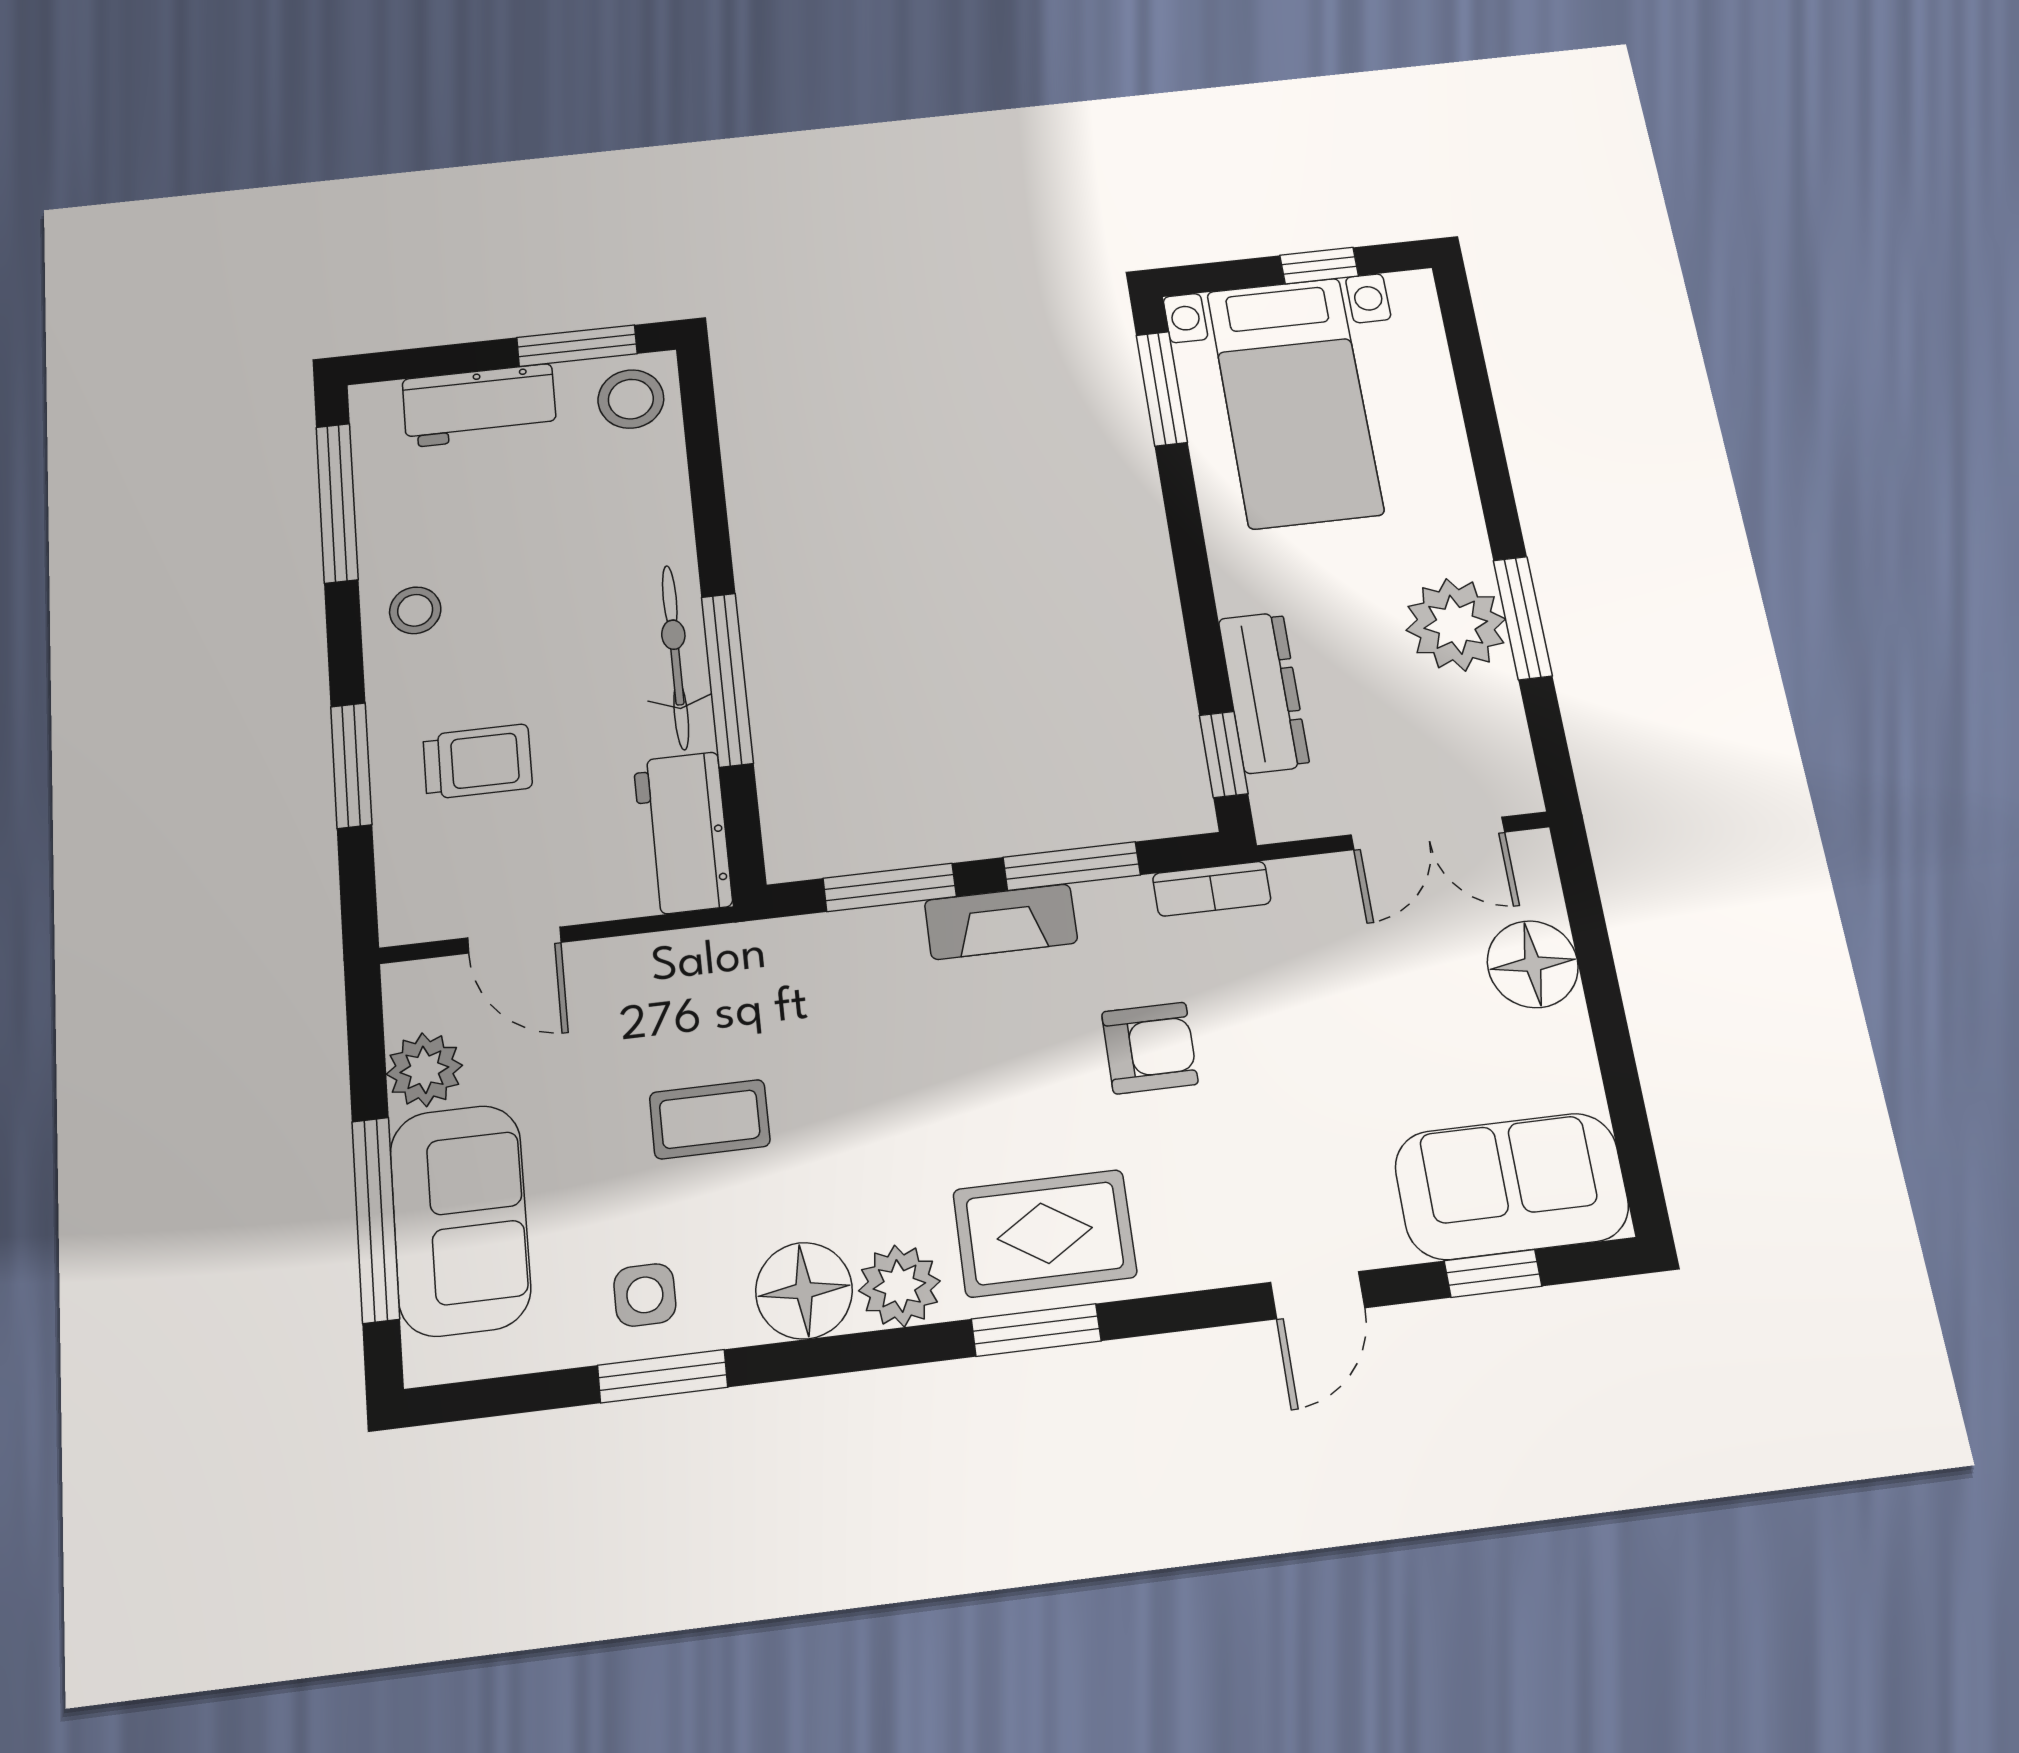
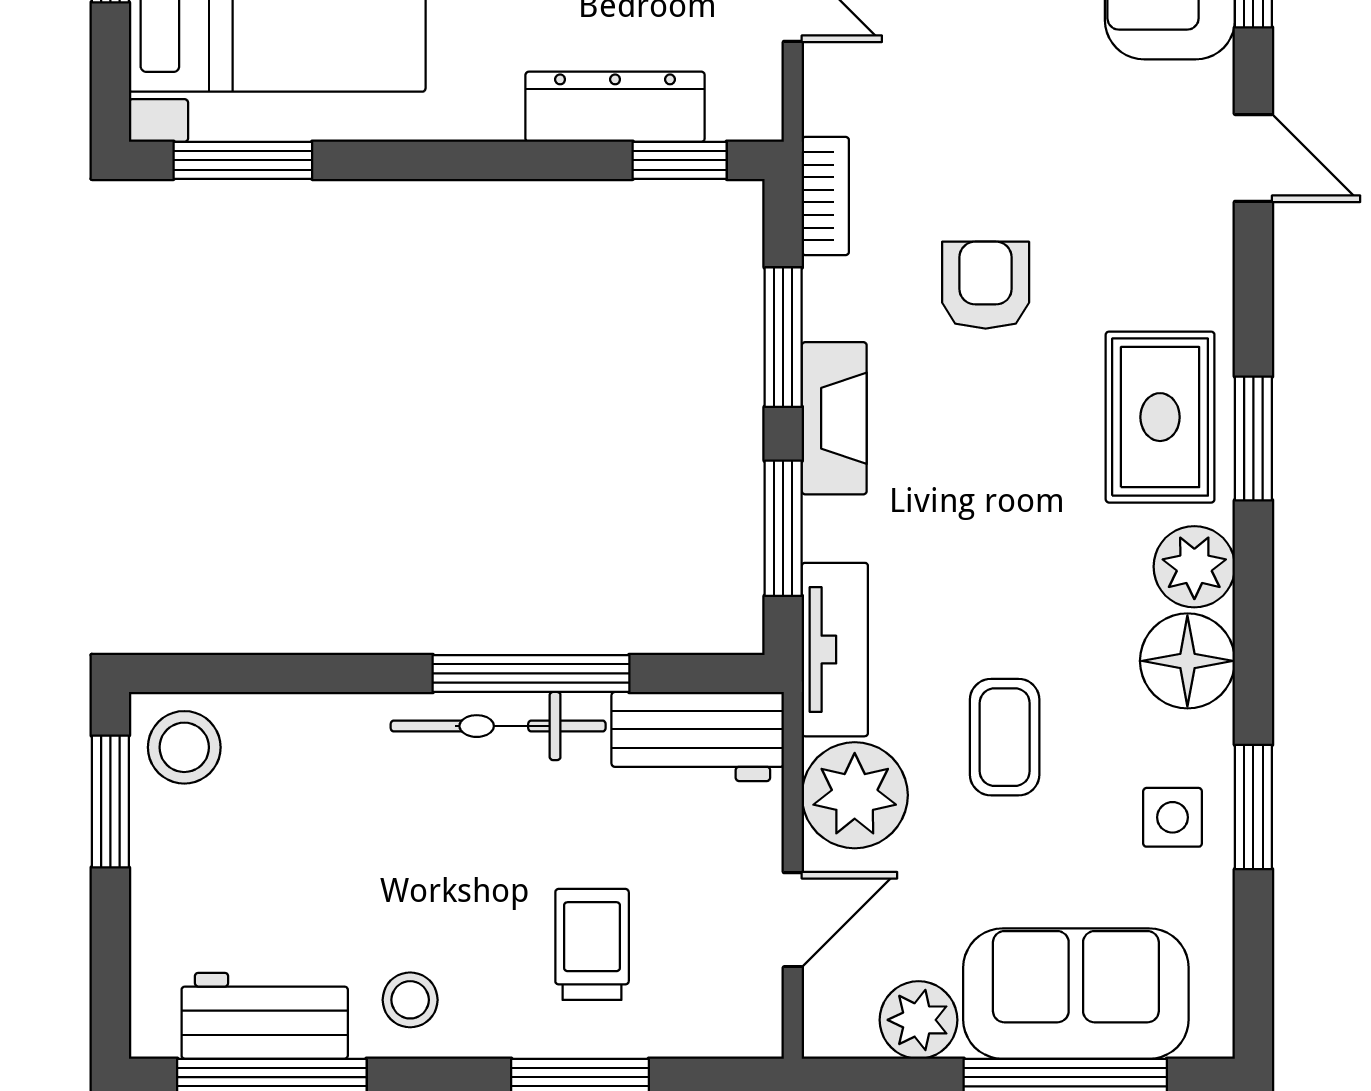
workbench: (479, 405) -> (265, 1016), moved, turned -90
tv unit: (779, 948) -> (835, 650), added
plant: (640, 984) -> (855, 795), added

